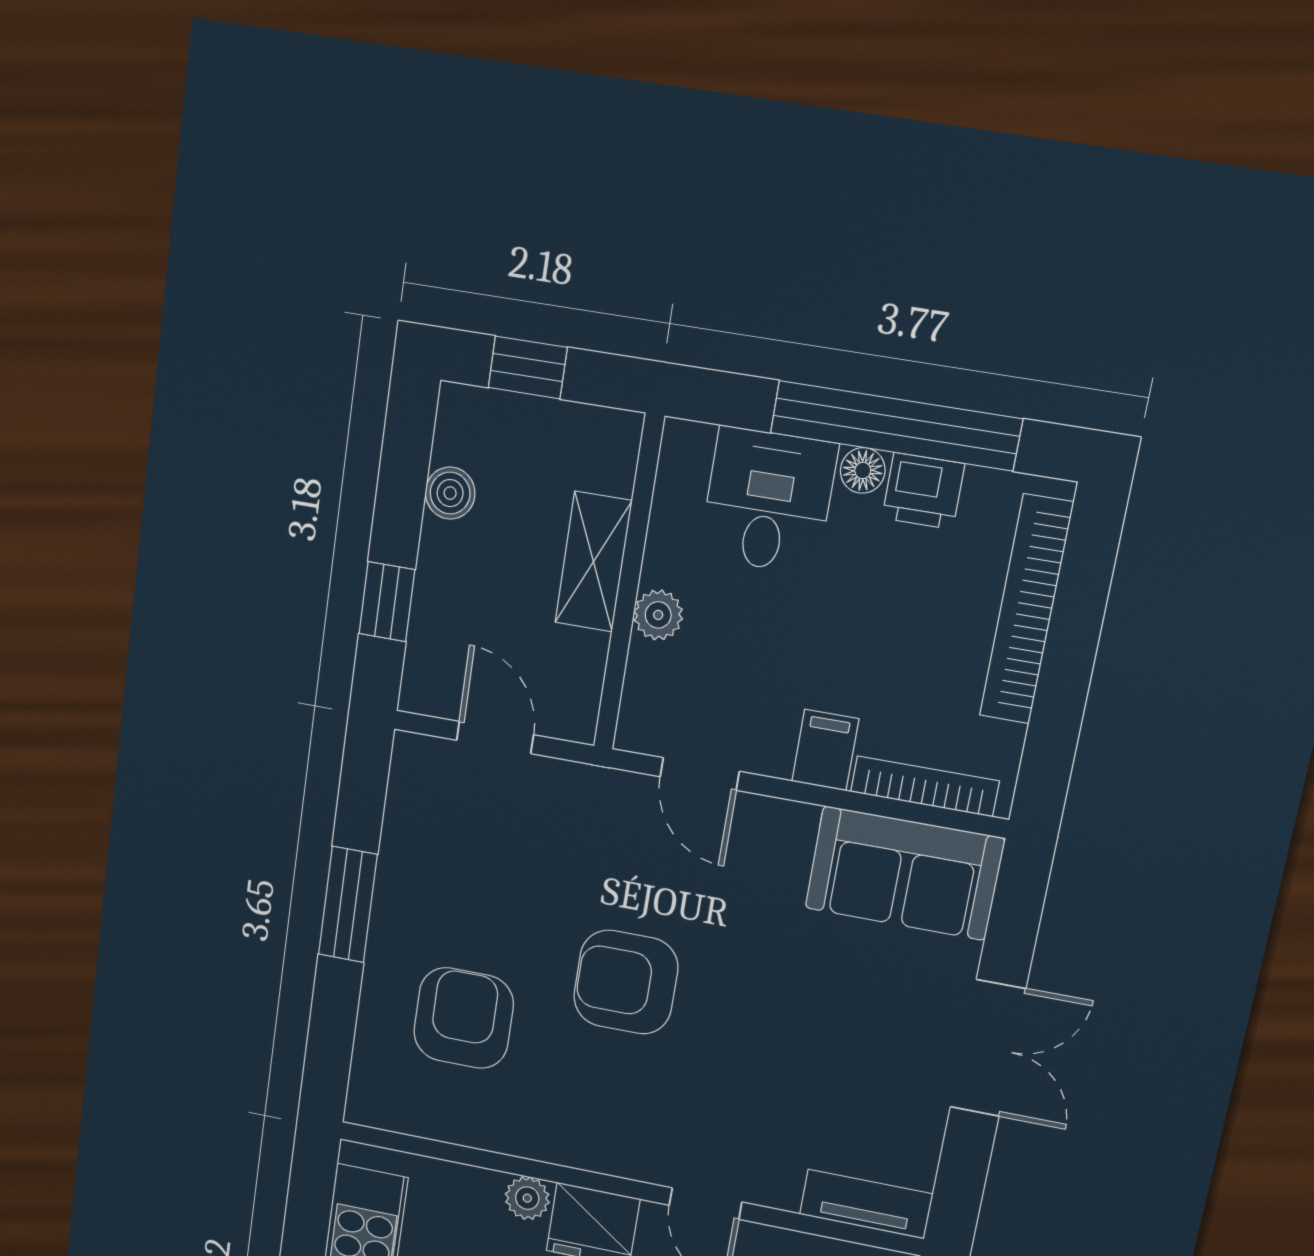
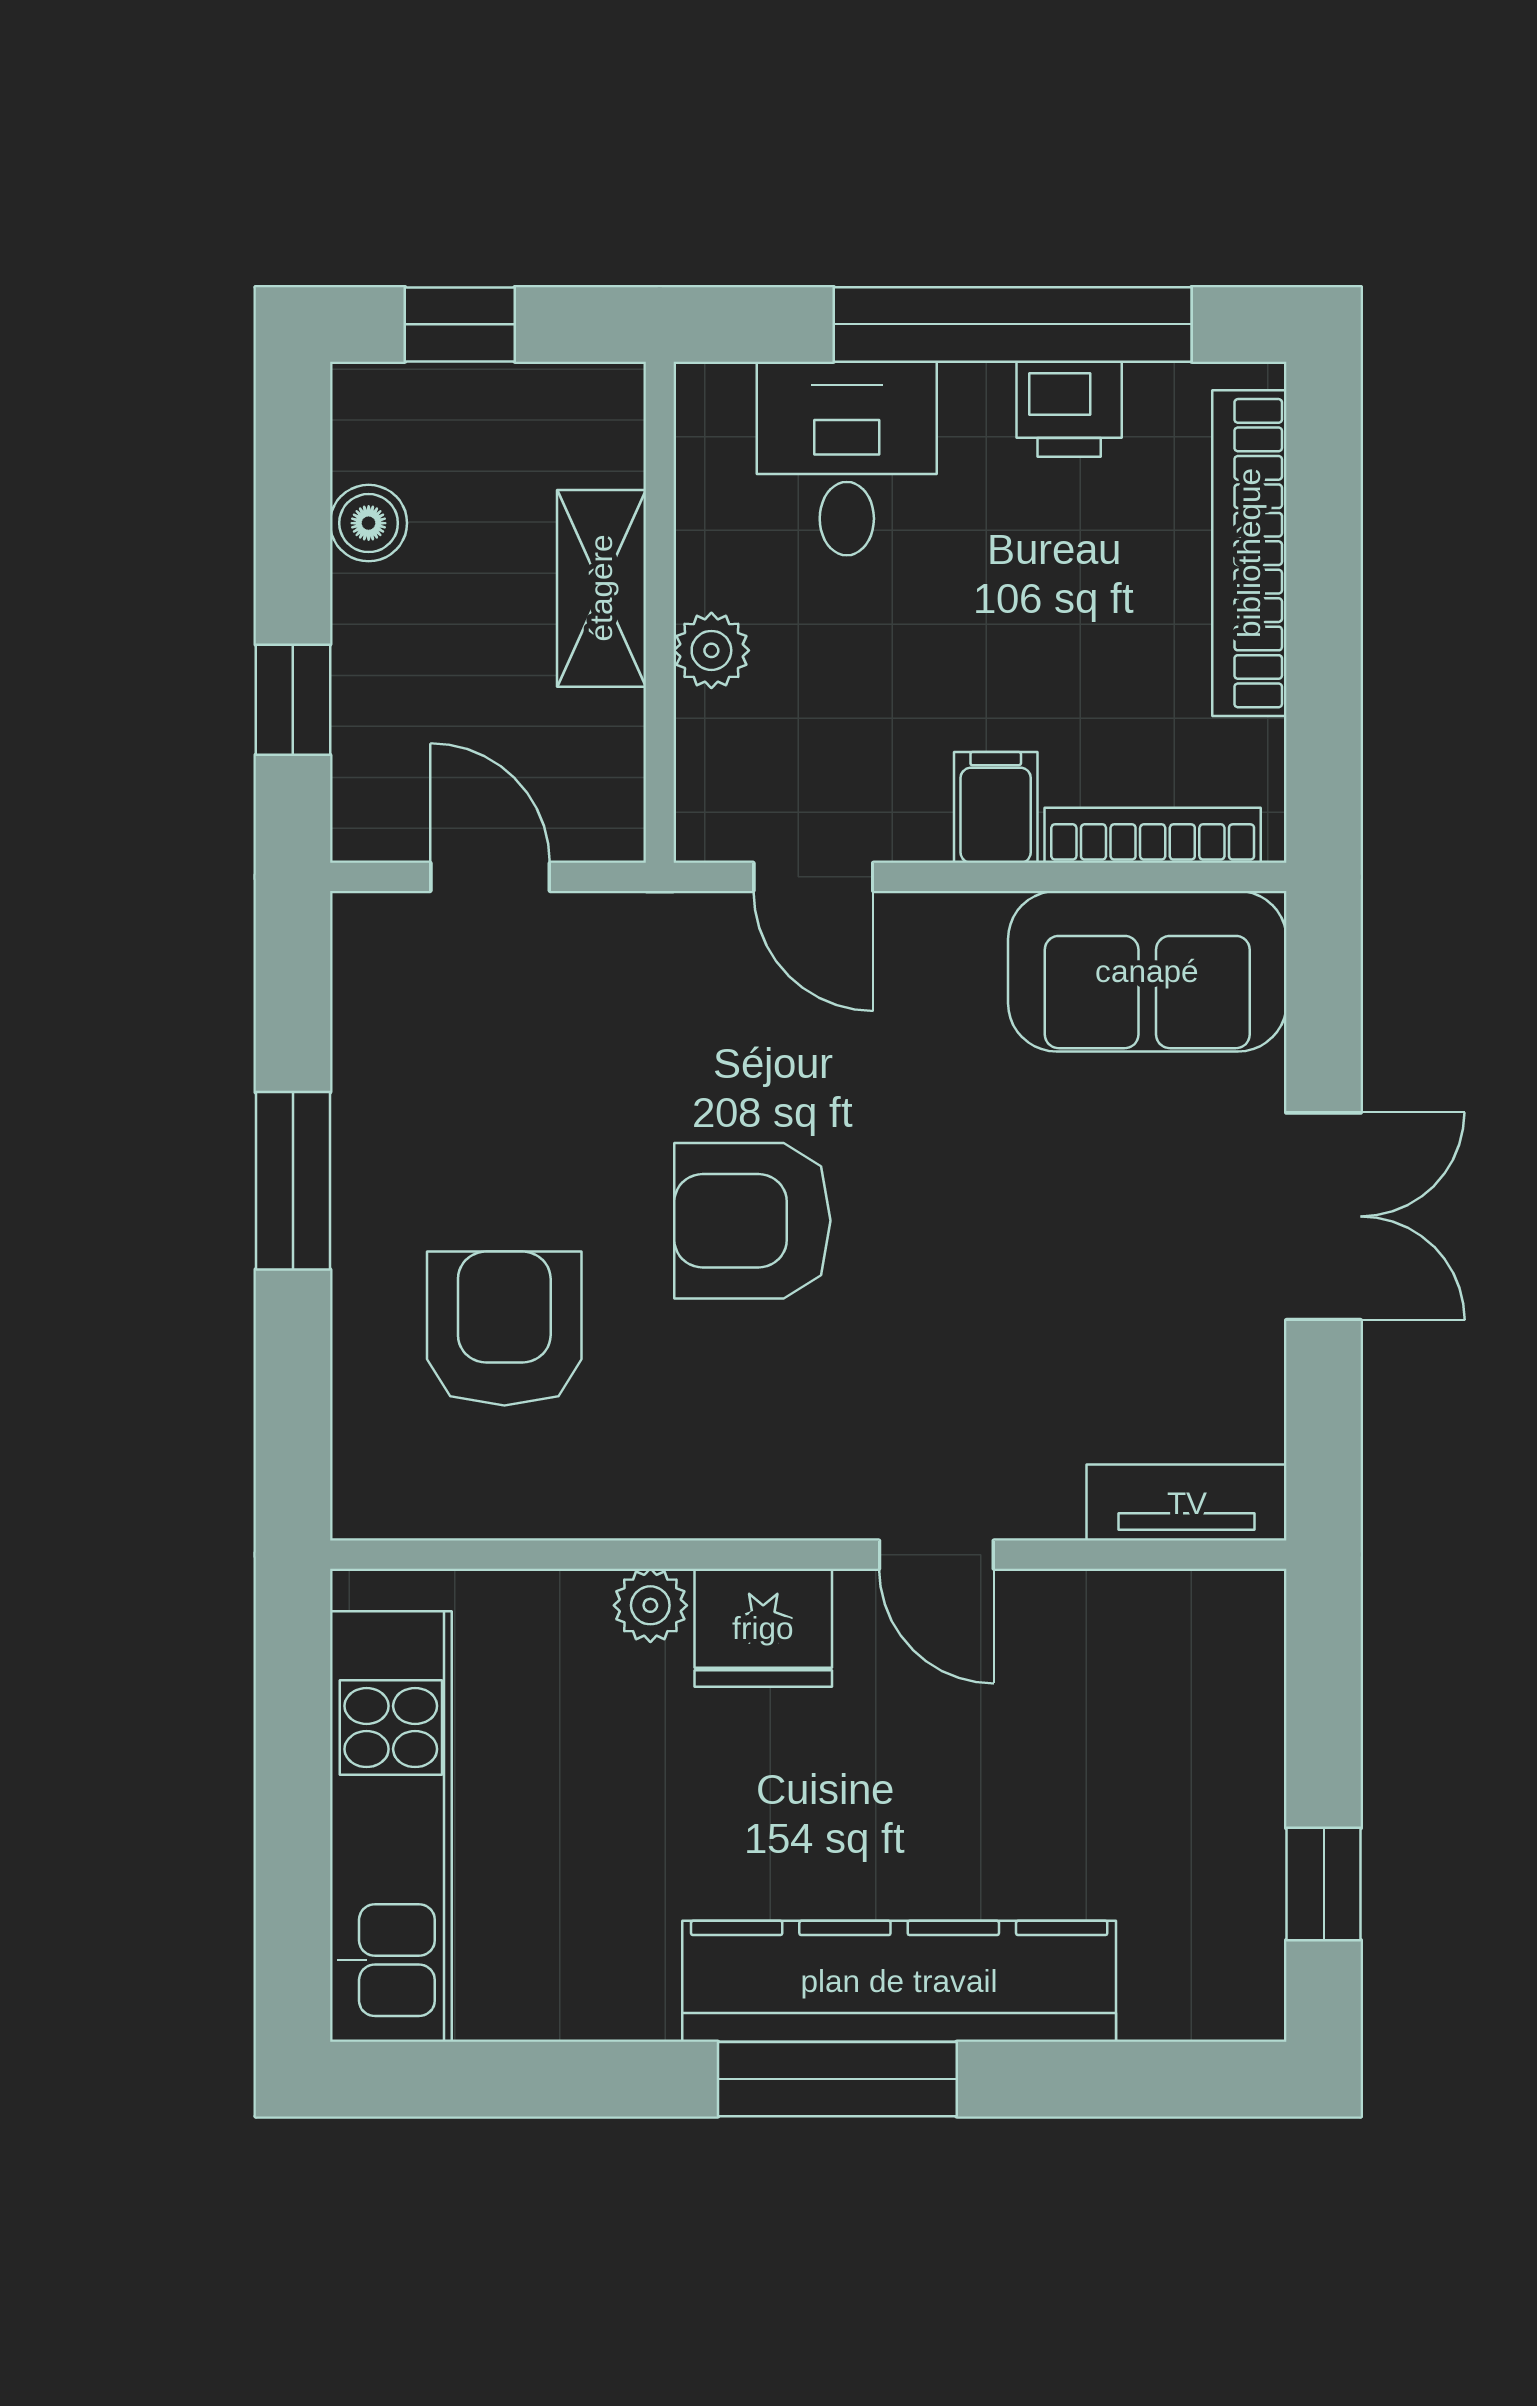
floor lamp: (863, 470) -> (977, 394), removed

